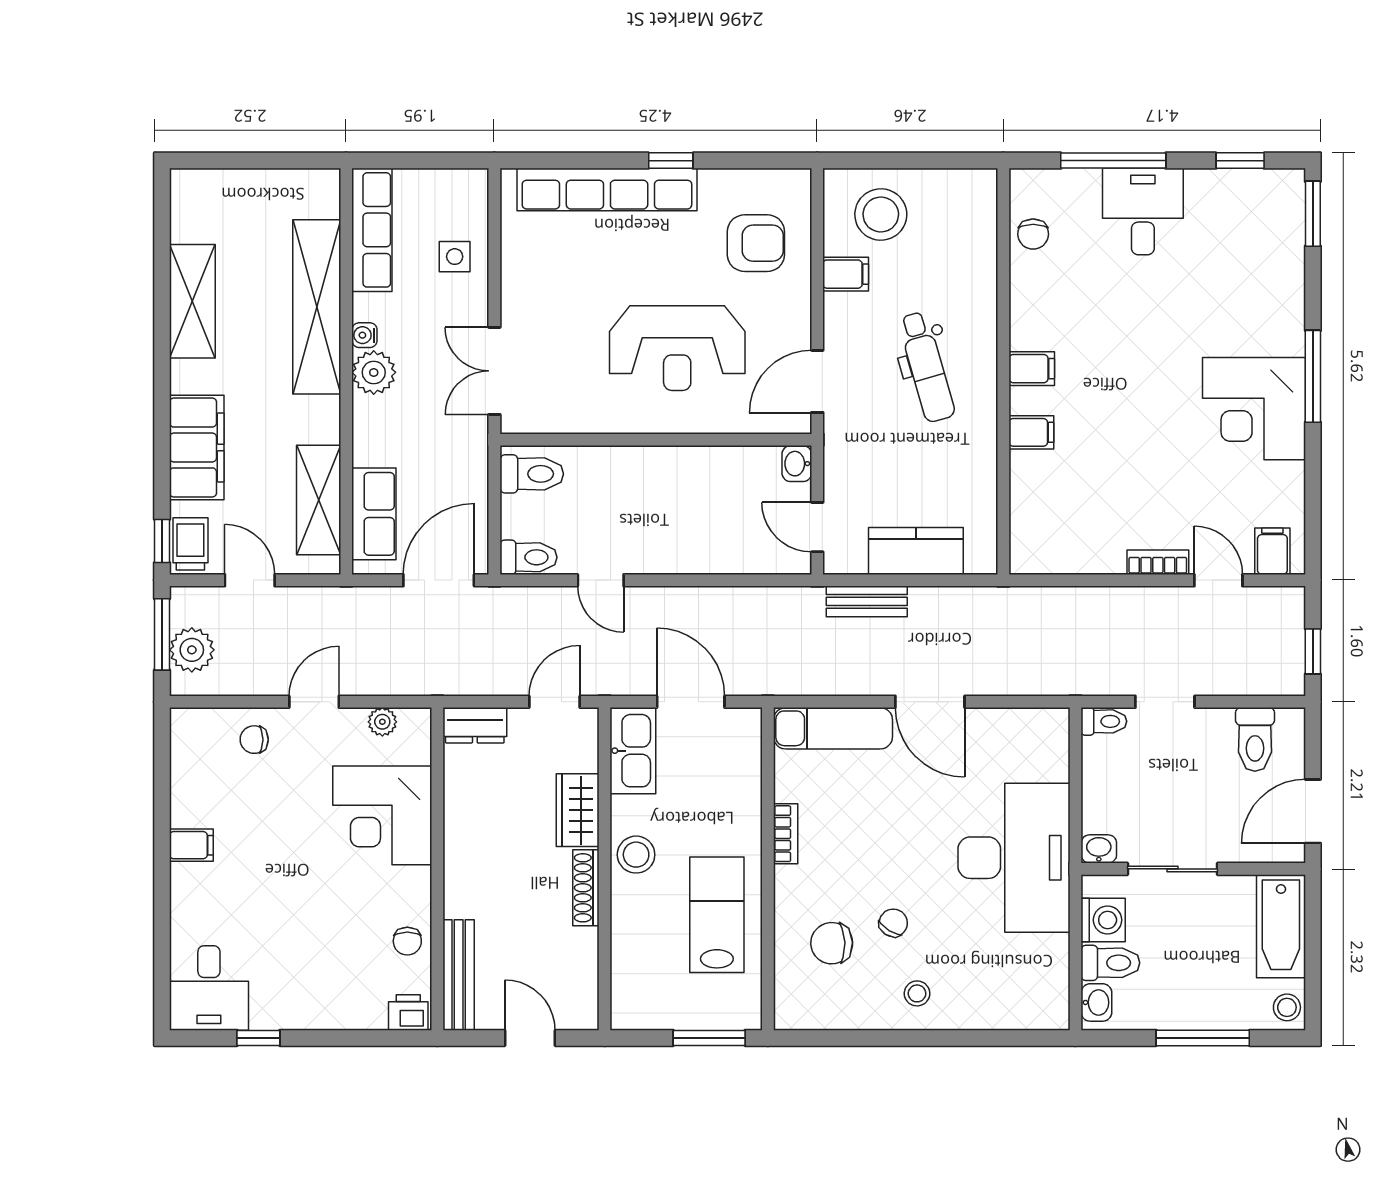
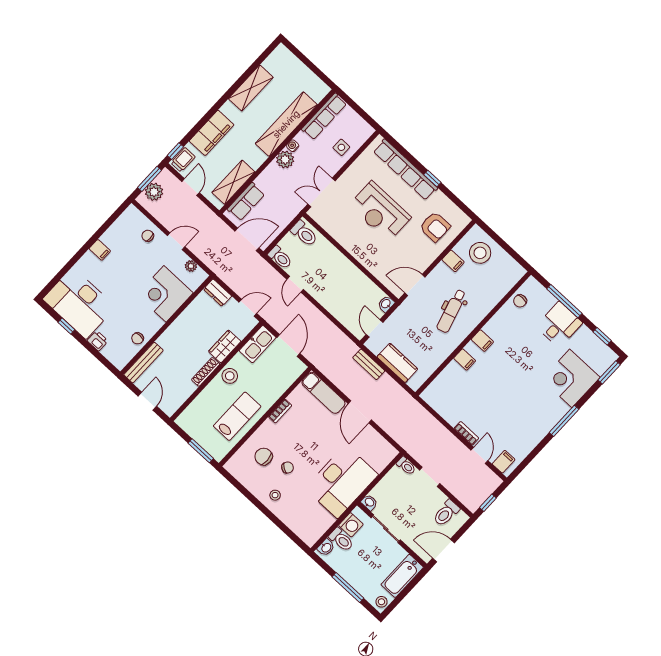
reception desk: (677, 348) -> (380, 211), moved
corner desk: (1254, 409) -> (571, 378), moved
desk: (209, 988) -> (79, 303), width x1.87, depth x1.30
printer: (408, 1012) -> (98, 341), moved

